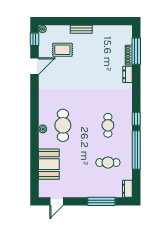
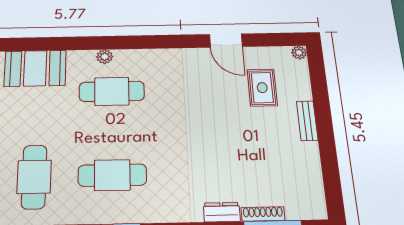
window: (35, 39) -> (278, 40), removed
cafe table: (108, 125) -> (112, 175), width x1.37, depth x1.35
cafe table: (108, 163) -> (34, 177), width x1.37, depth x1.35

